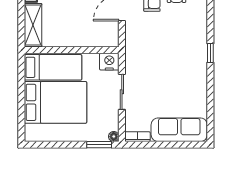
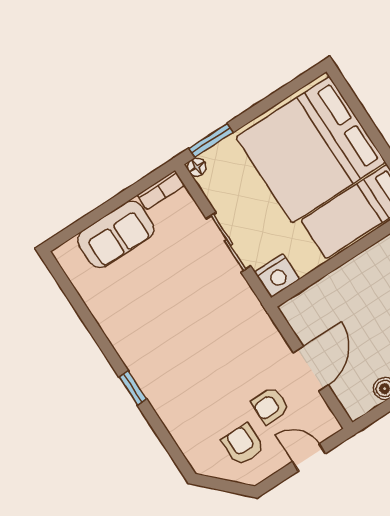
bed: (55, 102) -> (311, 150), width x1.36
sofa: (179, 130) -> (116, 234), width x0.73

